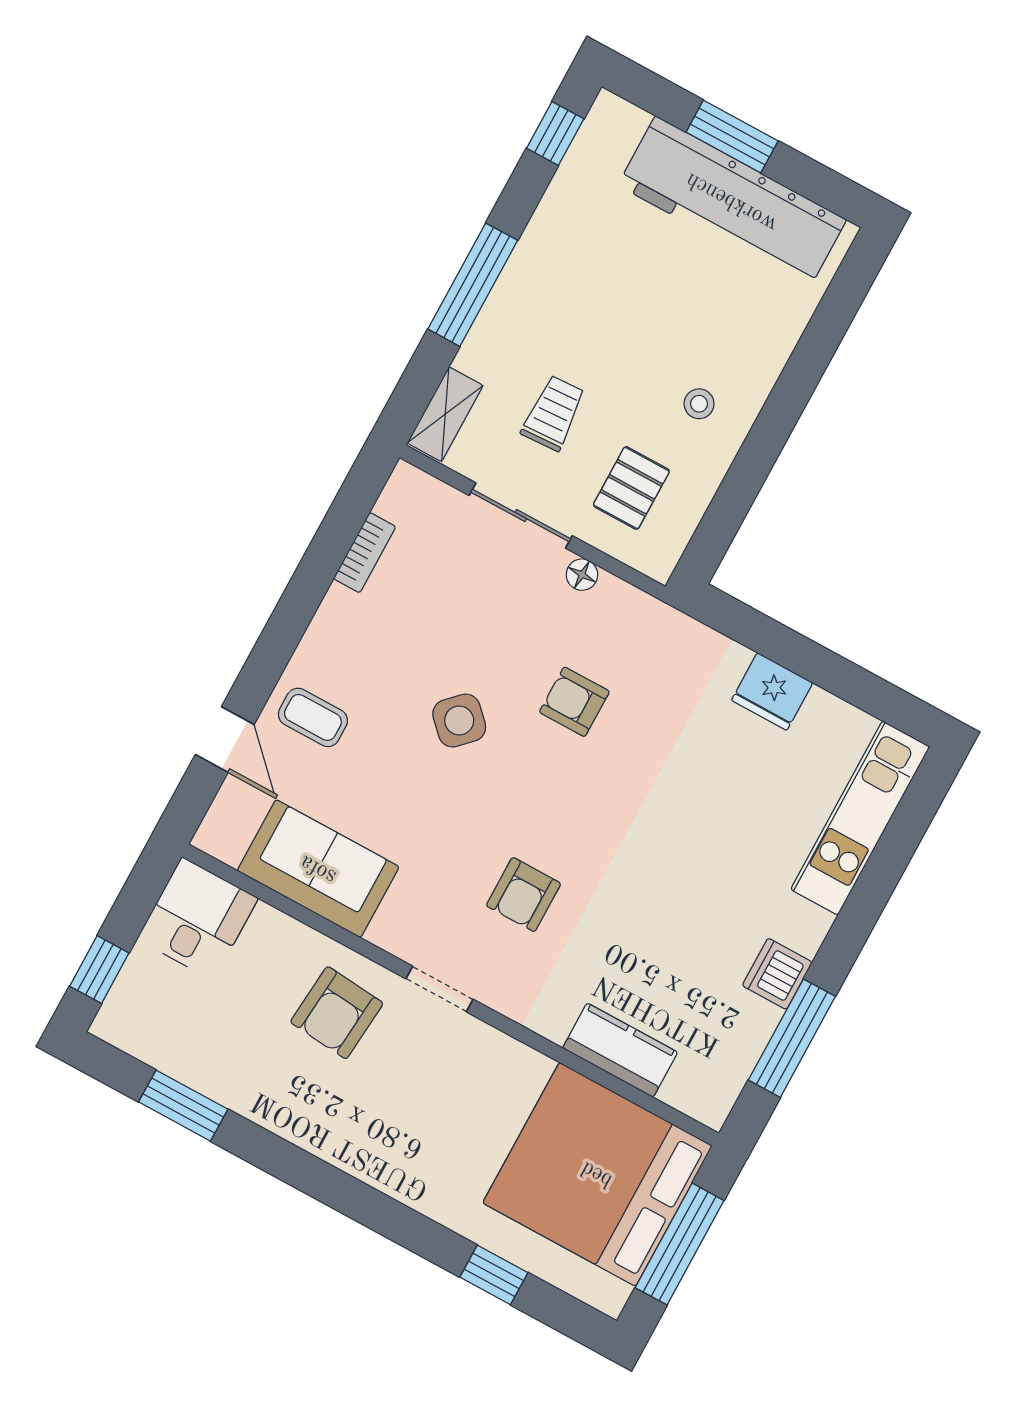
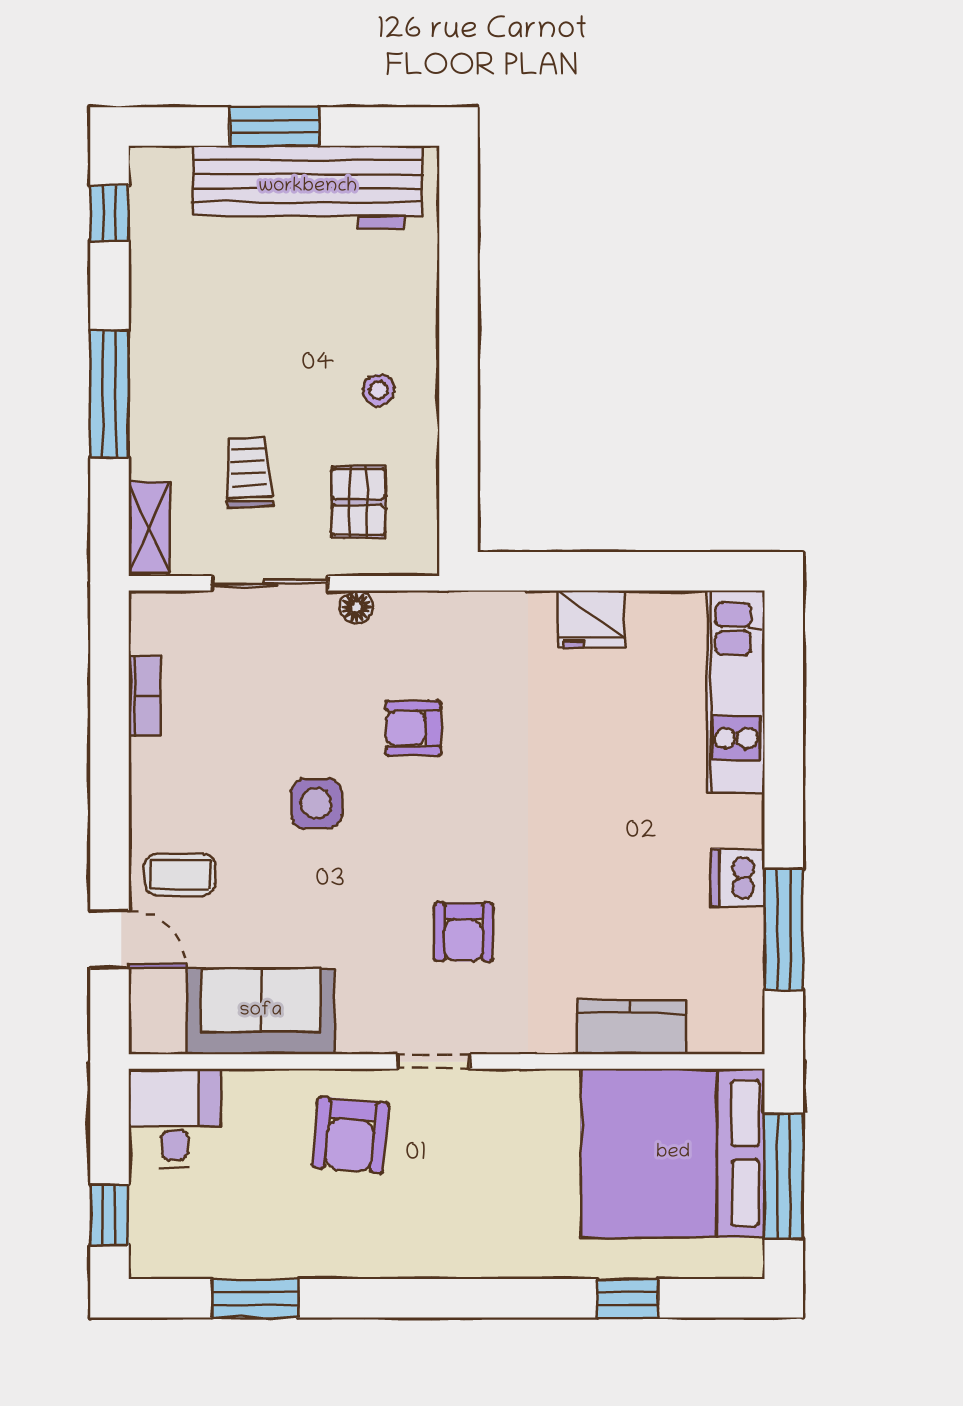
side table: (459, 720) -> (316, 804), turned 45

